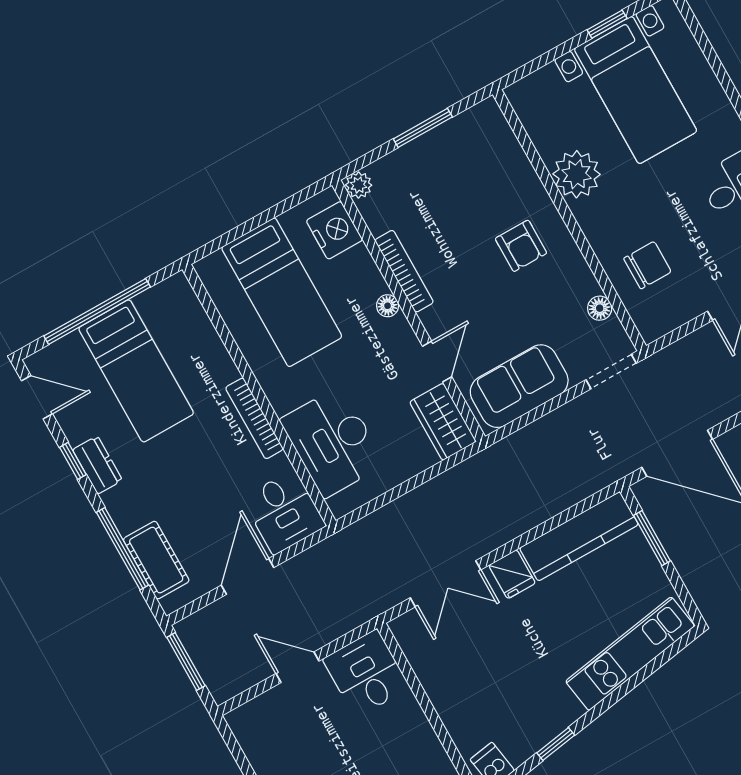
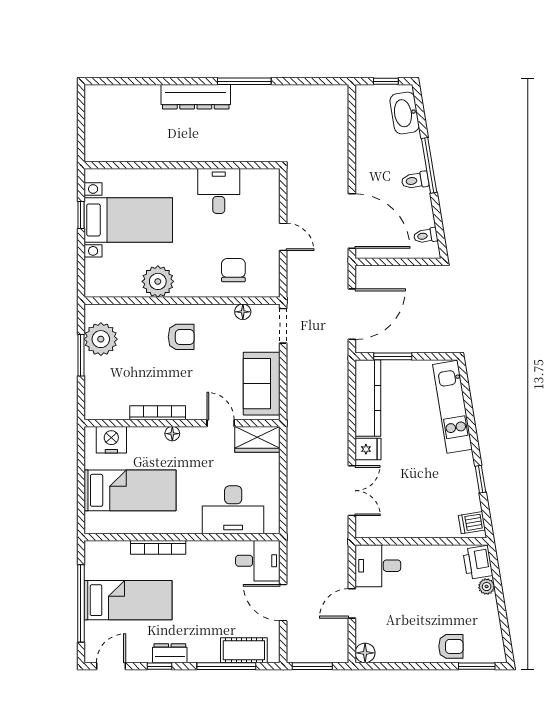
plant: (359, 185) -> (101, 339), moved, width x1.87, depth x1.87
bookcase: (254, 418) -> (158, 547), moved
floor lamp: (242, 721) -> (365, 653), added

